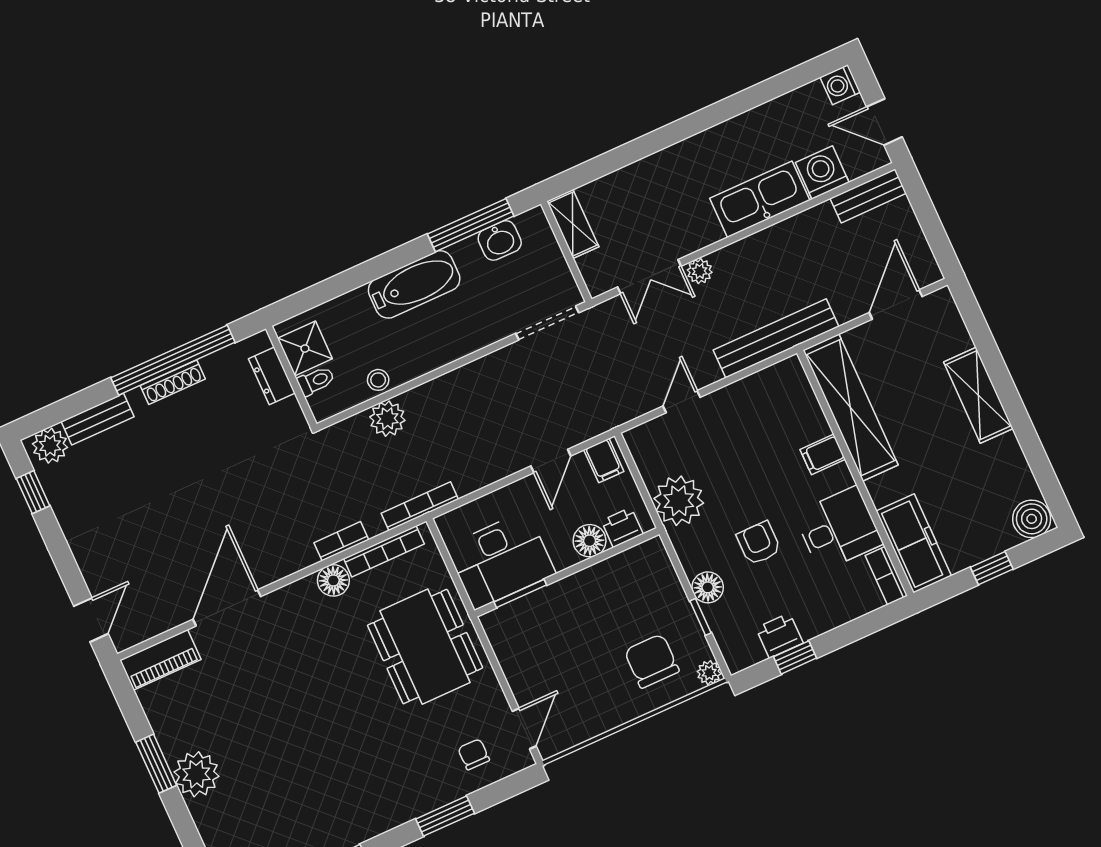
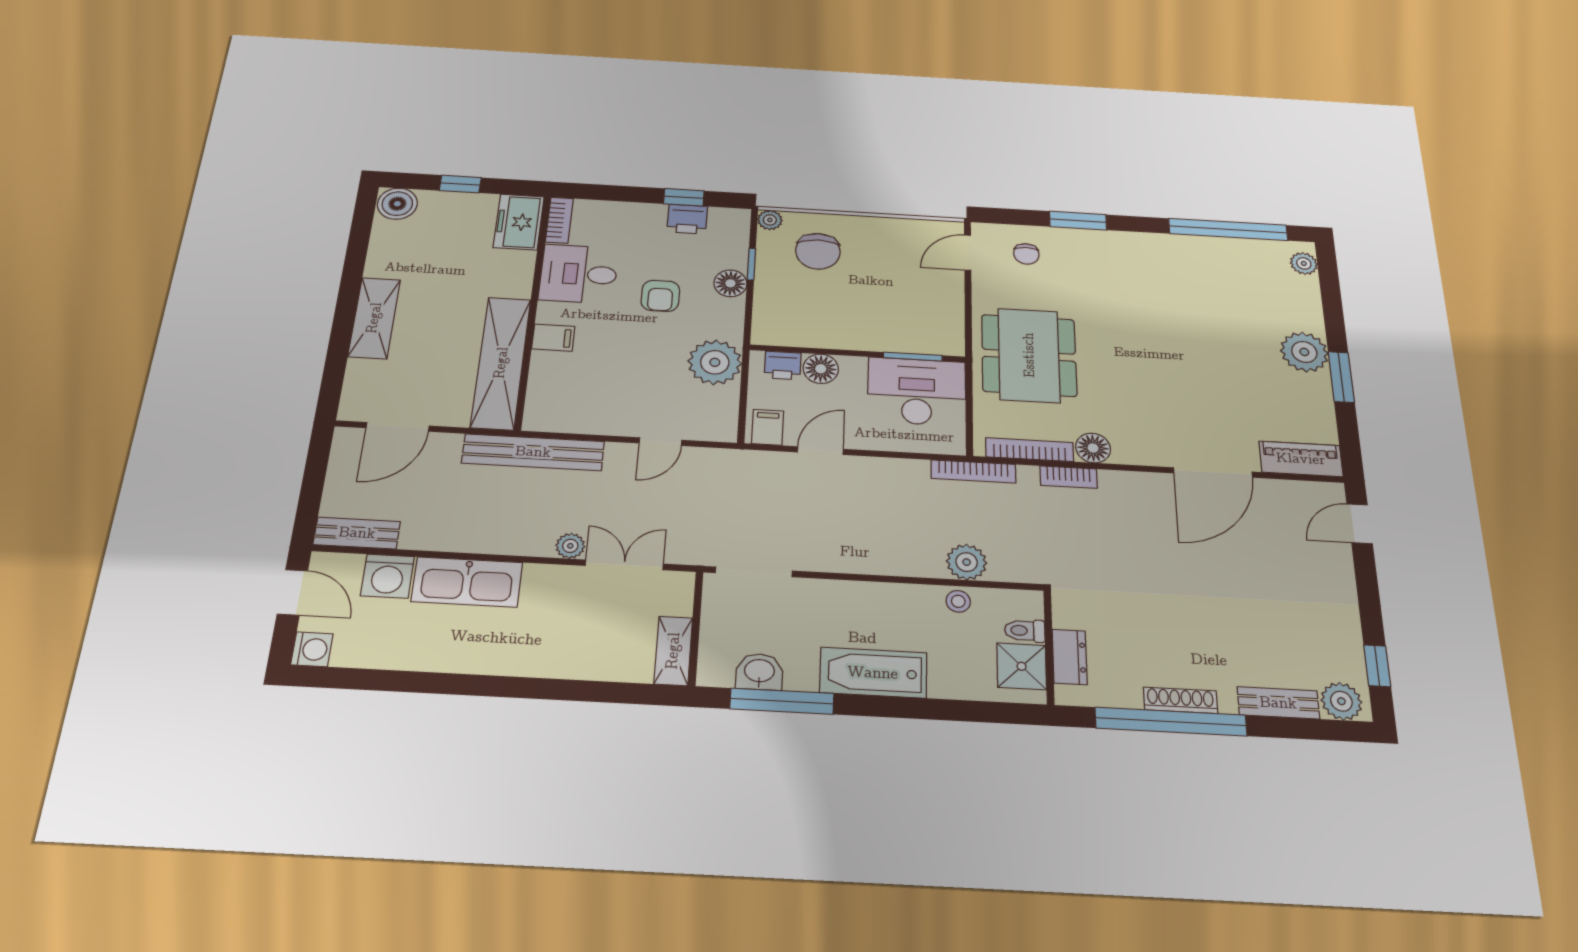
freezer: (914, 543) -> (519, 222), width x0.71

